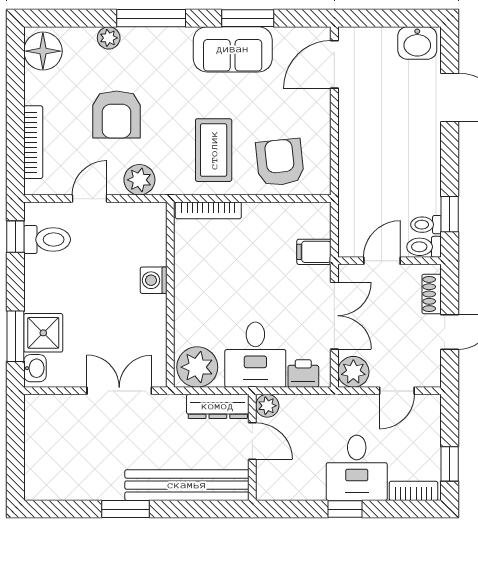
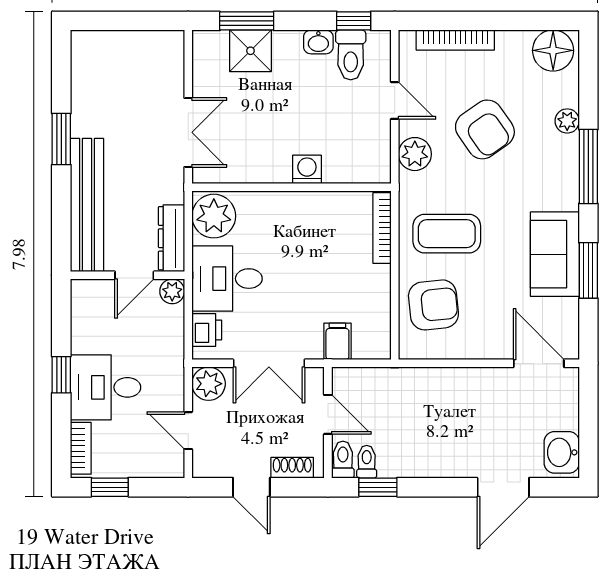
armchair: (117, 115) -> (485, 129), turned -125
washbasin: (35, 368) -> (318, 42), moved

